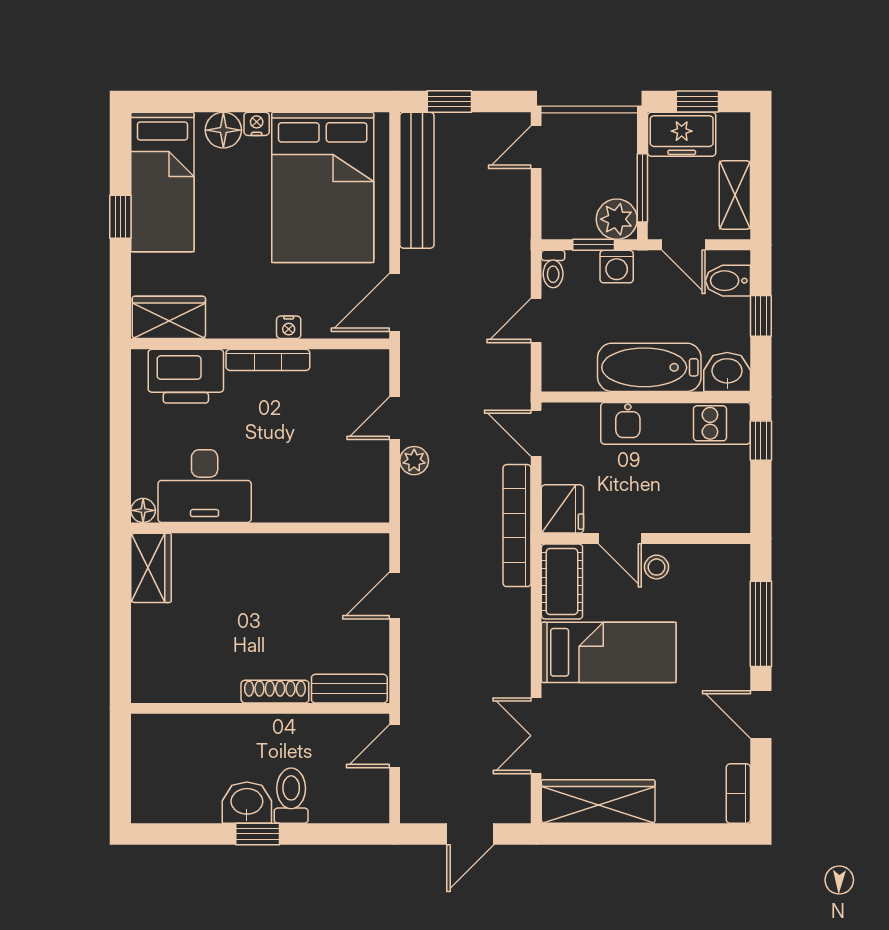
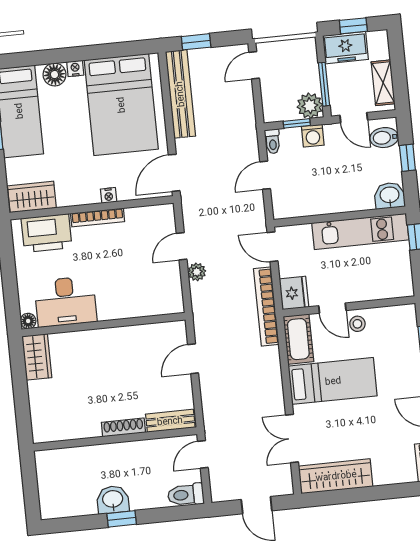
bathtub: (649, 367) -> (340, 198), removed
toilet: (291, 796) -> (186, 495), moved, turned -90
door: (470, 834) -> (257, 505), hinge flipped

